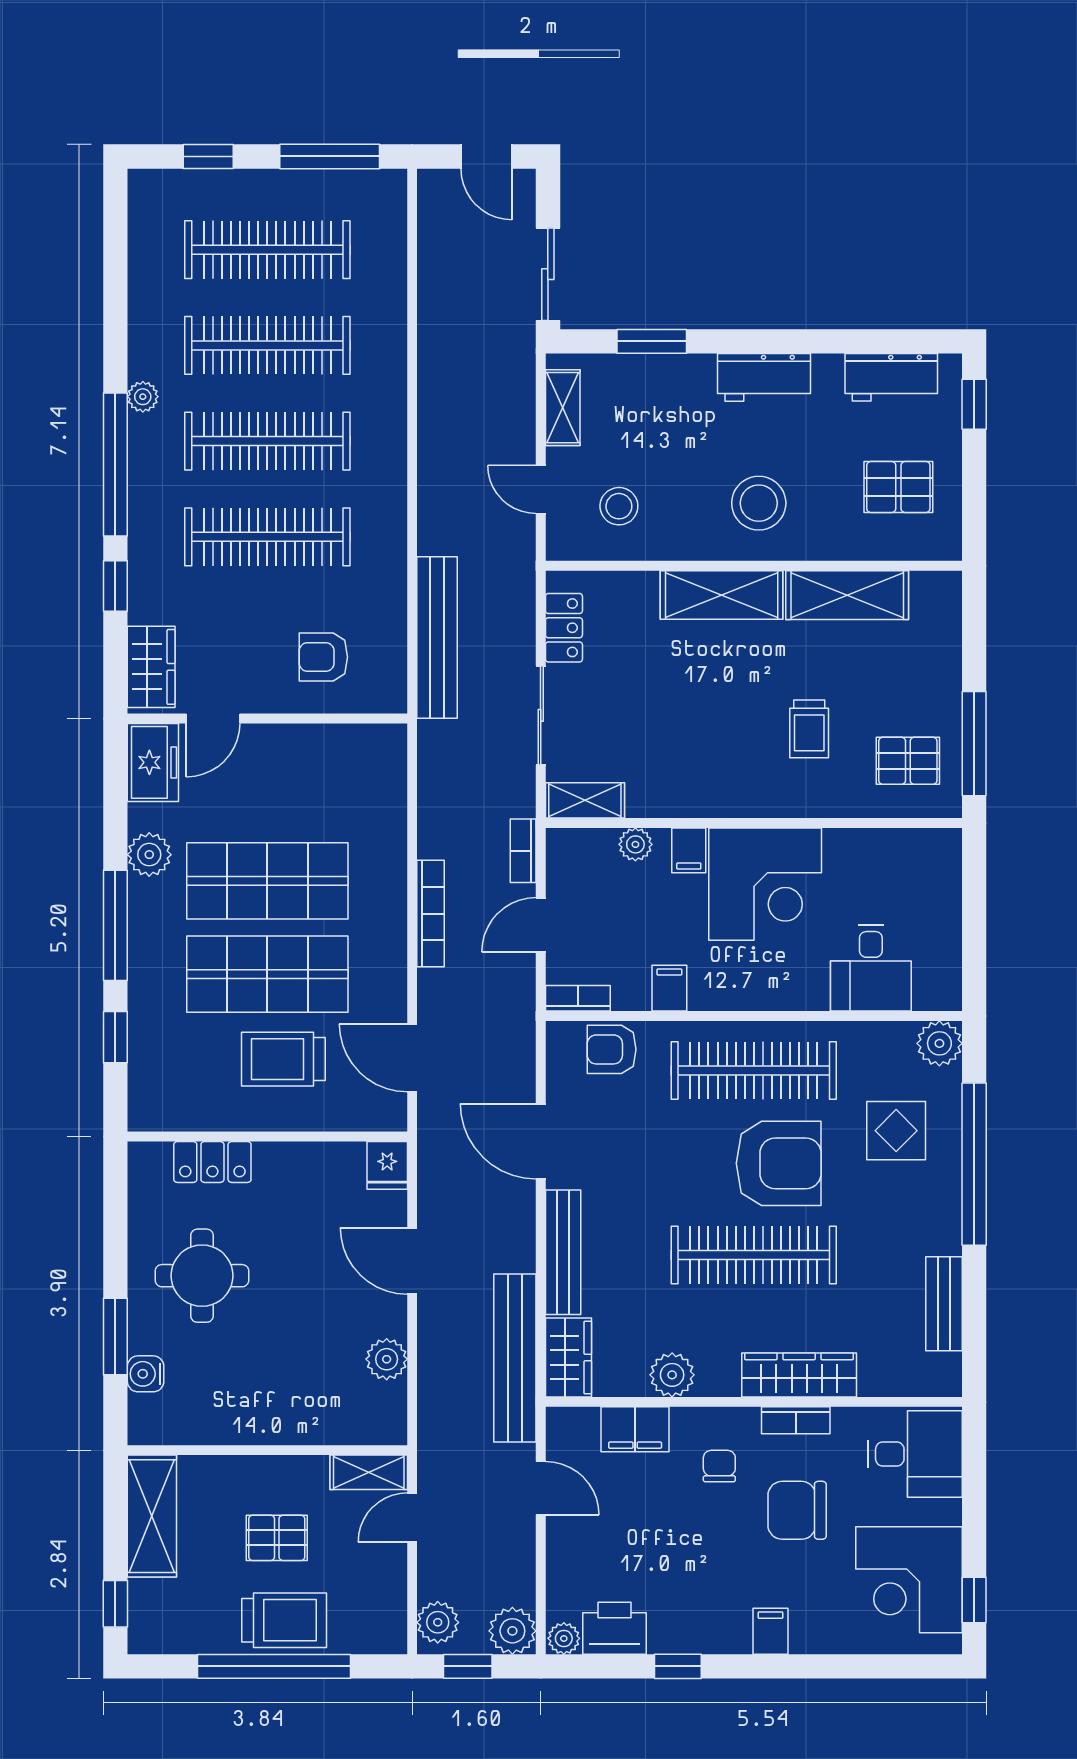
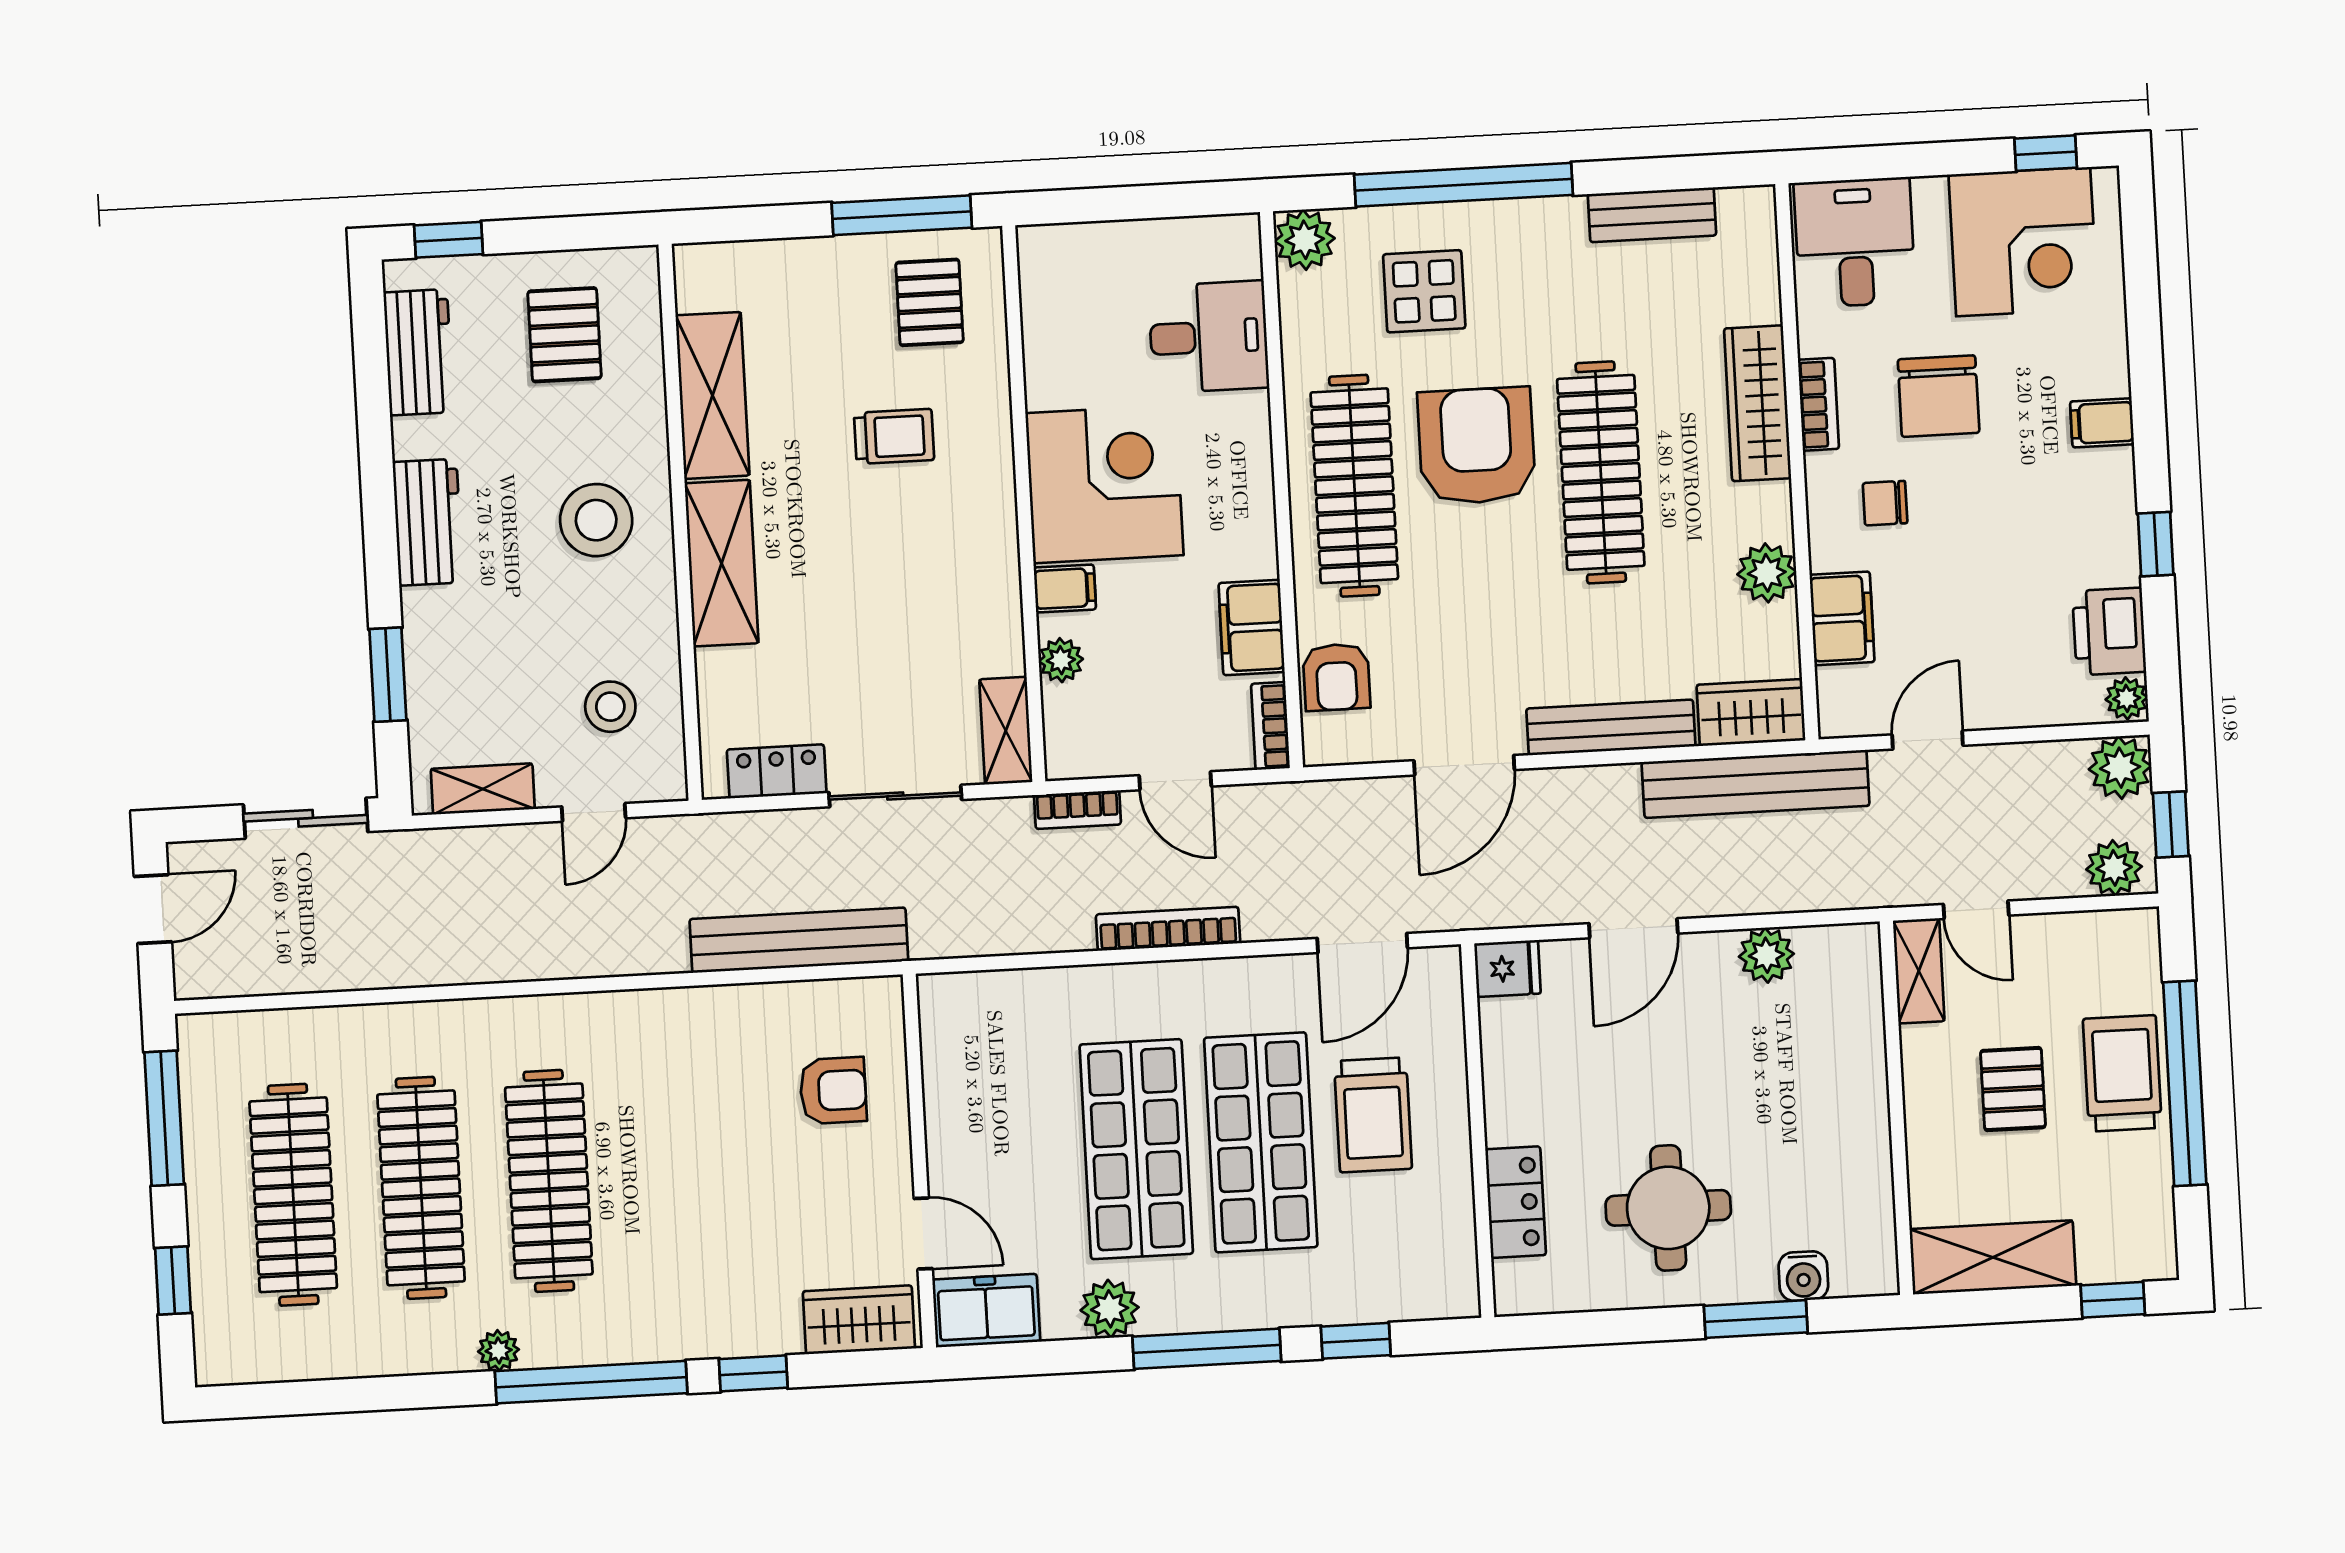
clothes rail: (267, 537) -> (677, 1174), removed
armchair: (323, 657) -> (833, 1091), turned -90
filing cabinet: (669, 988) -> (1252, 628), width x2.00

